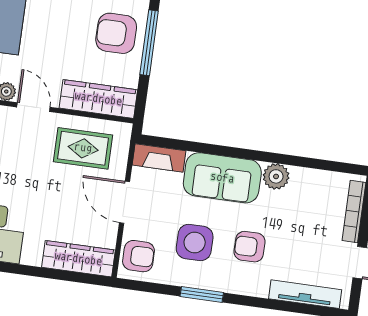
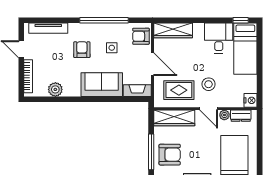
stool: (27, 152) -> (209, 84), added
plant: (276, 176) -> (55, 89), moved
side table: (195, 243) -> (112, 48), width x0.54, depth x0.54
armchair: (249, 247) -> (82, 50), turned -90
window: (202, 295) -> (104, 20), width x2.11

